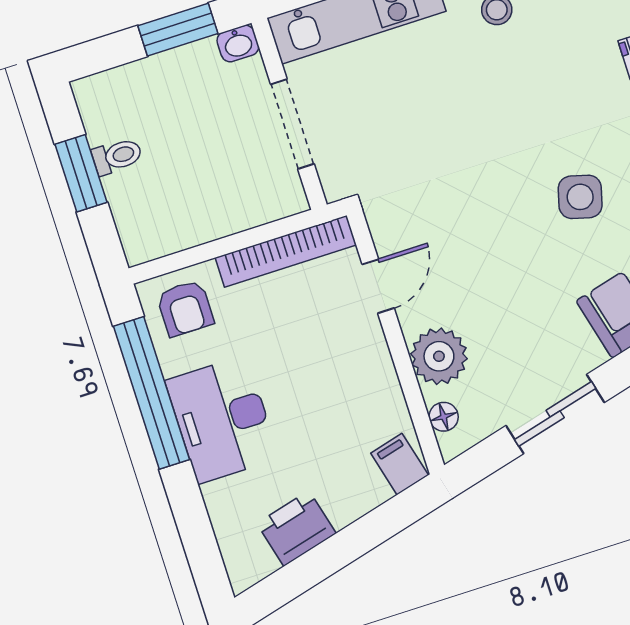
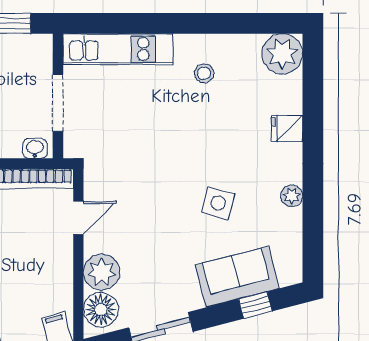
washbasin: (238, 44) -> (35, 149), moved, turned 180
floor lamp: (444, 417) -> (101, 310), width x1.89, depth x1.89

